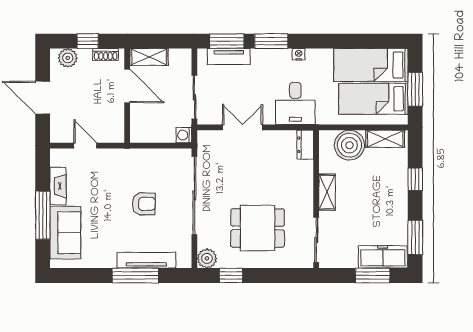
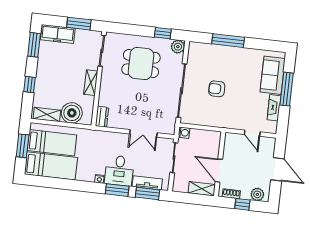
desk: (295, 103) -> (119, 171), moved, turned 180
tv unit: (146, 260) -> (219, 50), removed
window: (373, 276) -> (79, 24), moved

